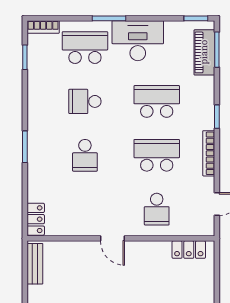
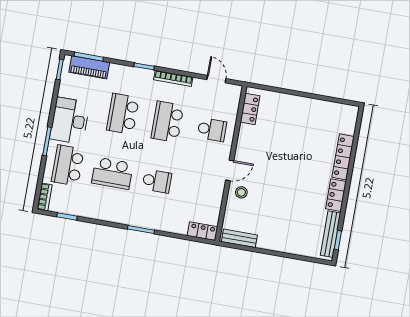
school desk: (85, 101) -> (112, 173), width x1.85
stool: (89, 257) -> (241, 192), added

